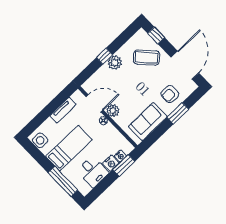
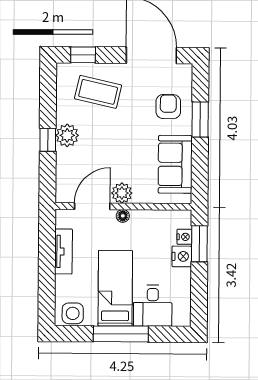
coffee table: (146, 58) -> (98, 92), turned 56
armchair: (170, 94) -> (168, 107), turned 180
desk: (93, 172) -> (153, 306), moved, turned 90
window: (63, 181) -> (121, 334), moved

